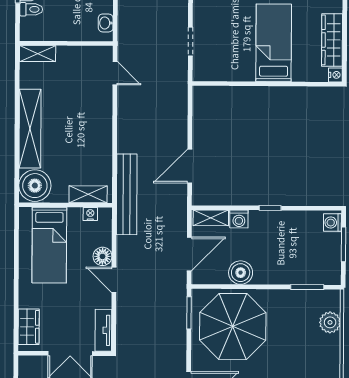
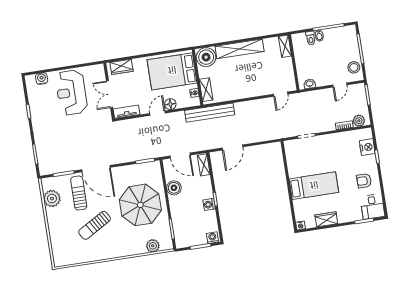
wardrobe: (332, 40) -> (326, 219), width x0.67
door: (190, 166) -> (232, 147), swing flipped
washing machine: (239, 219) -> (209, 204), moved
bed: (49, 245) -> (172, 71), width x1.50
parasol: (233, 326) -> (140, 205), moved

